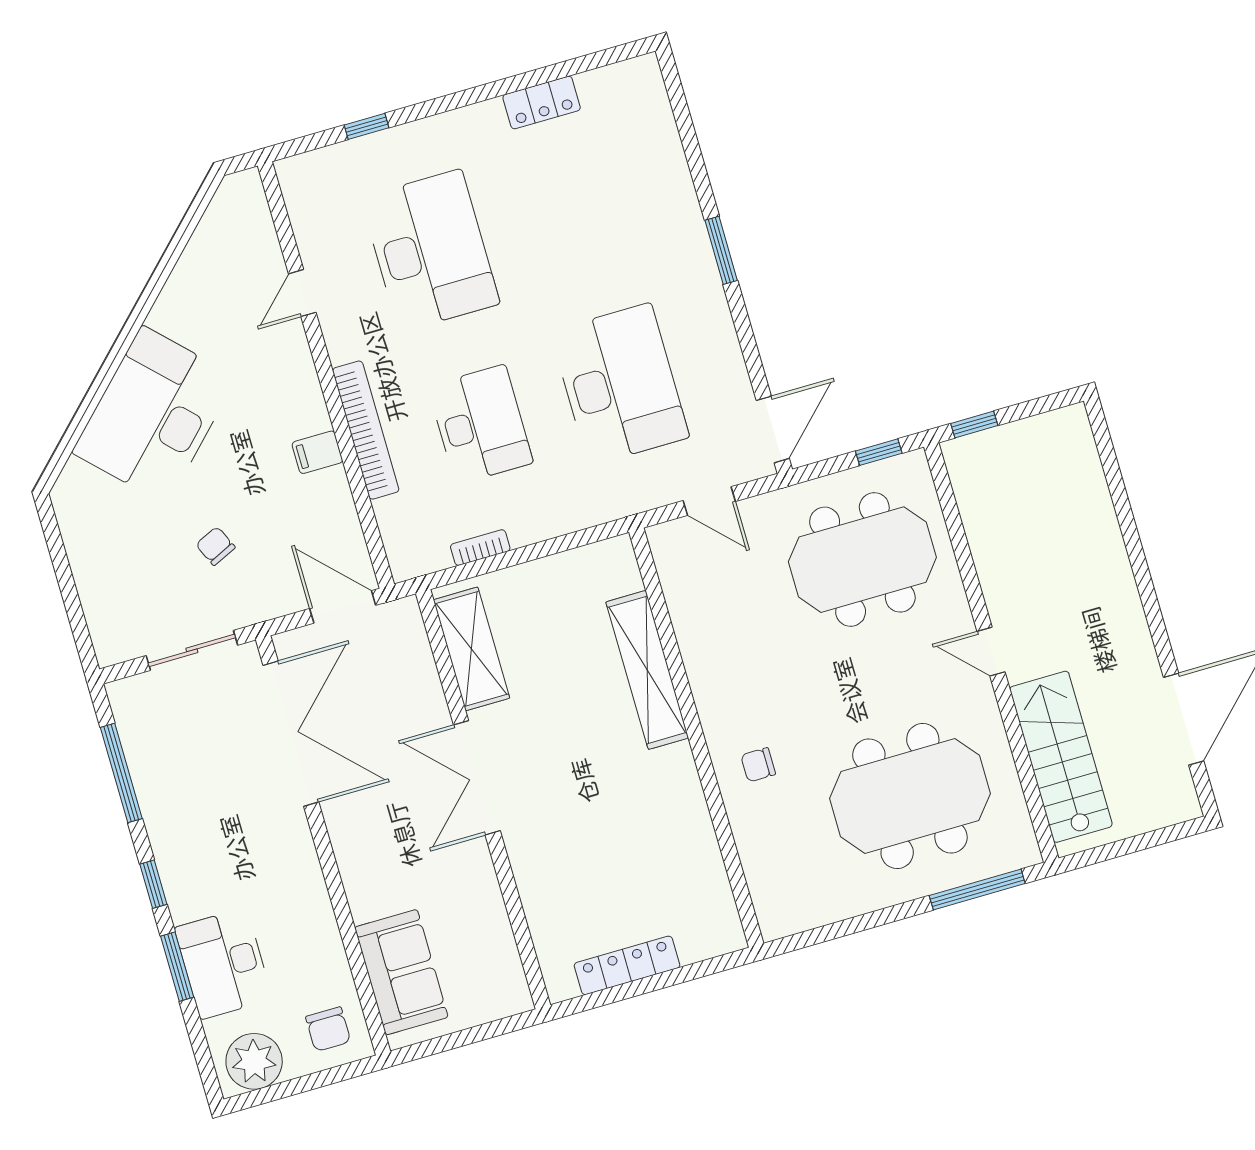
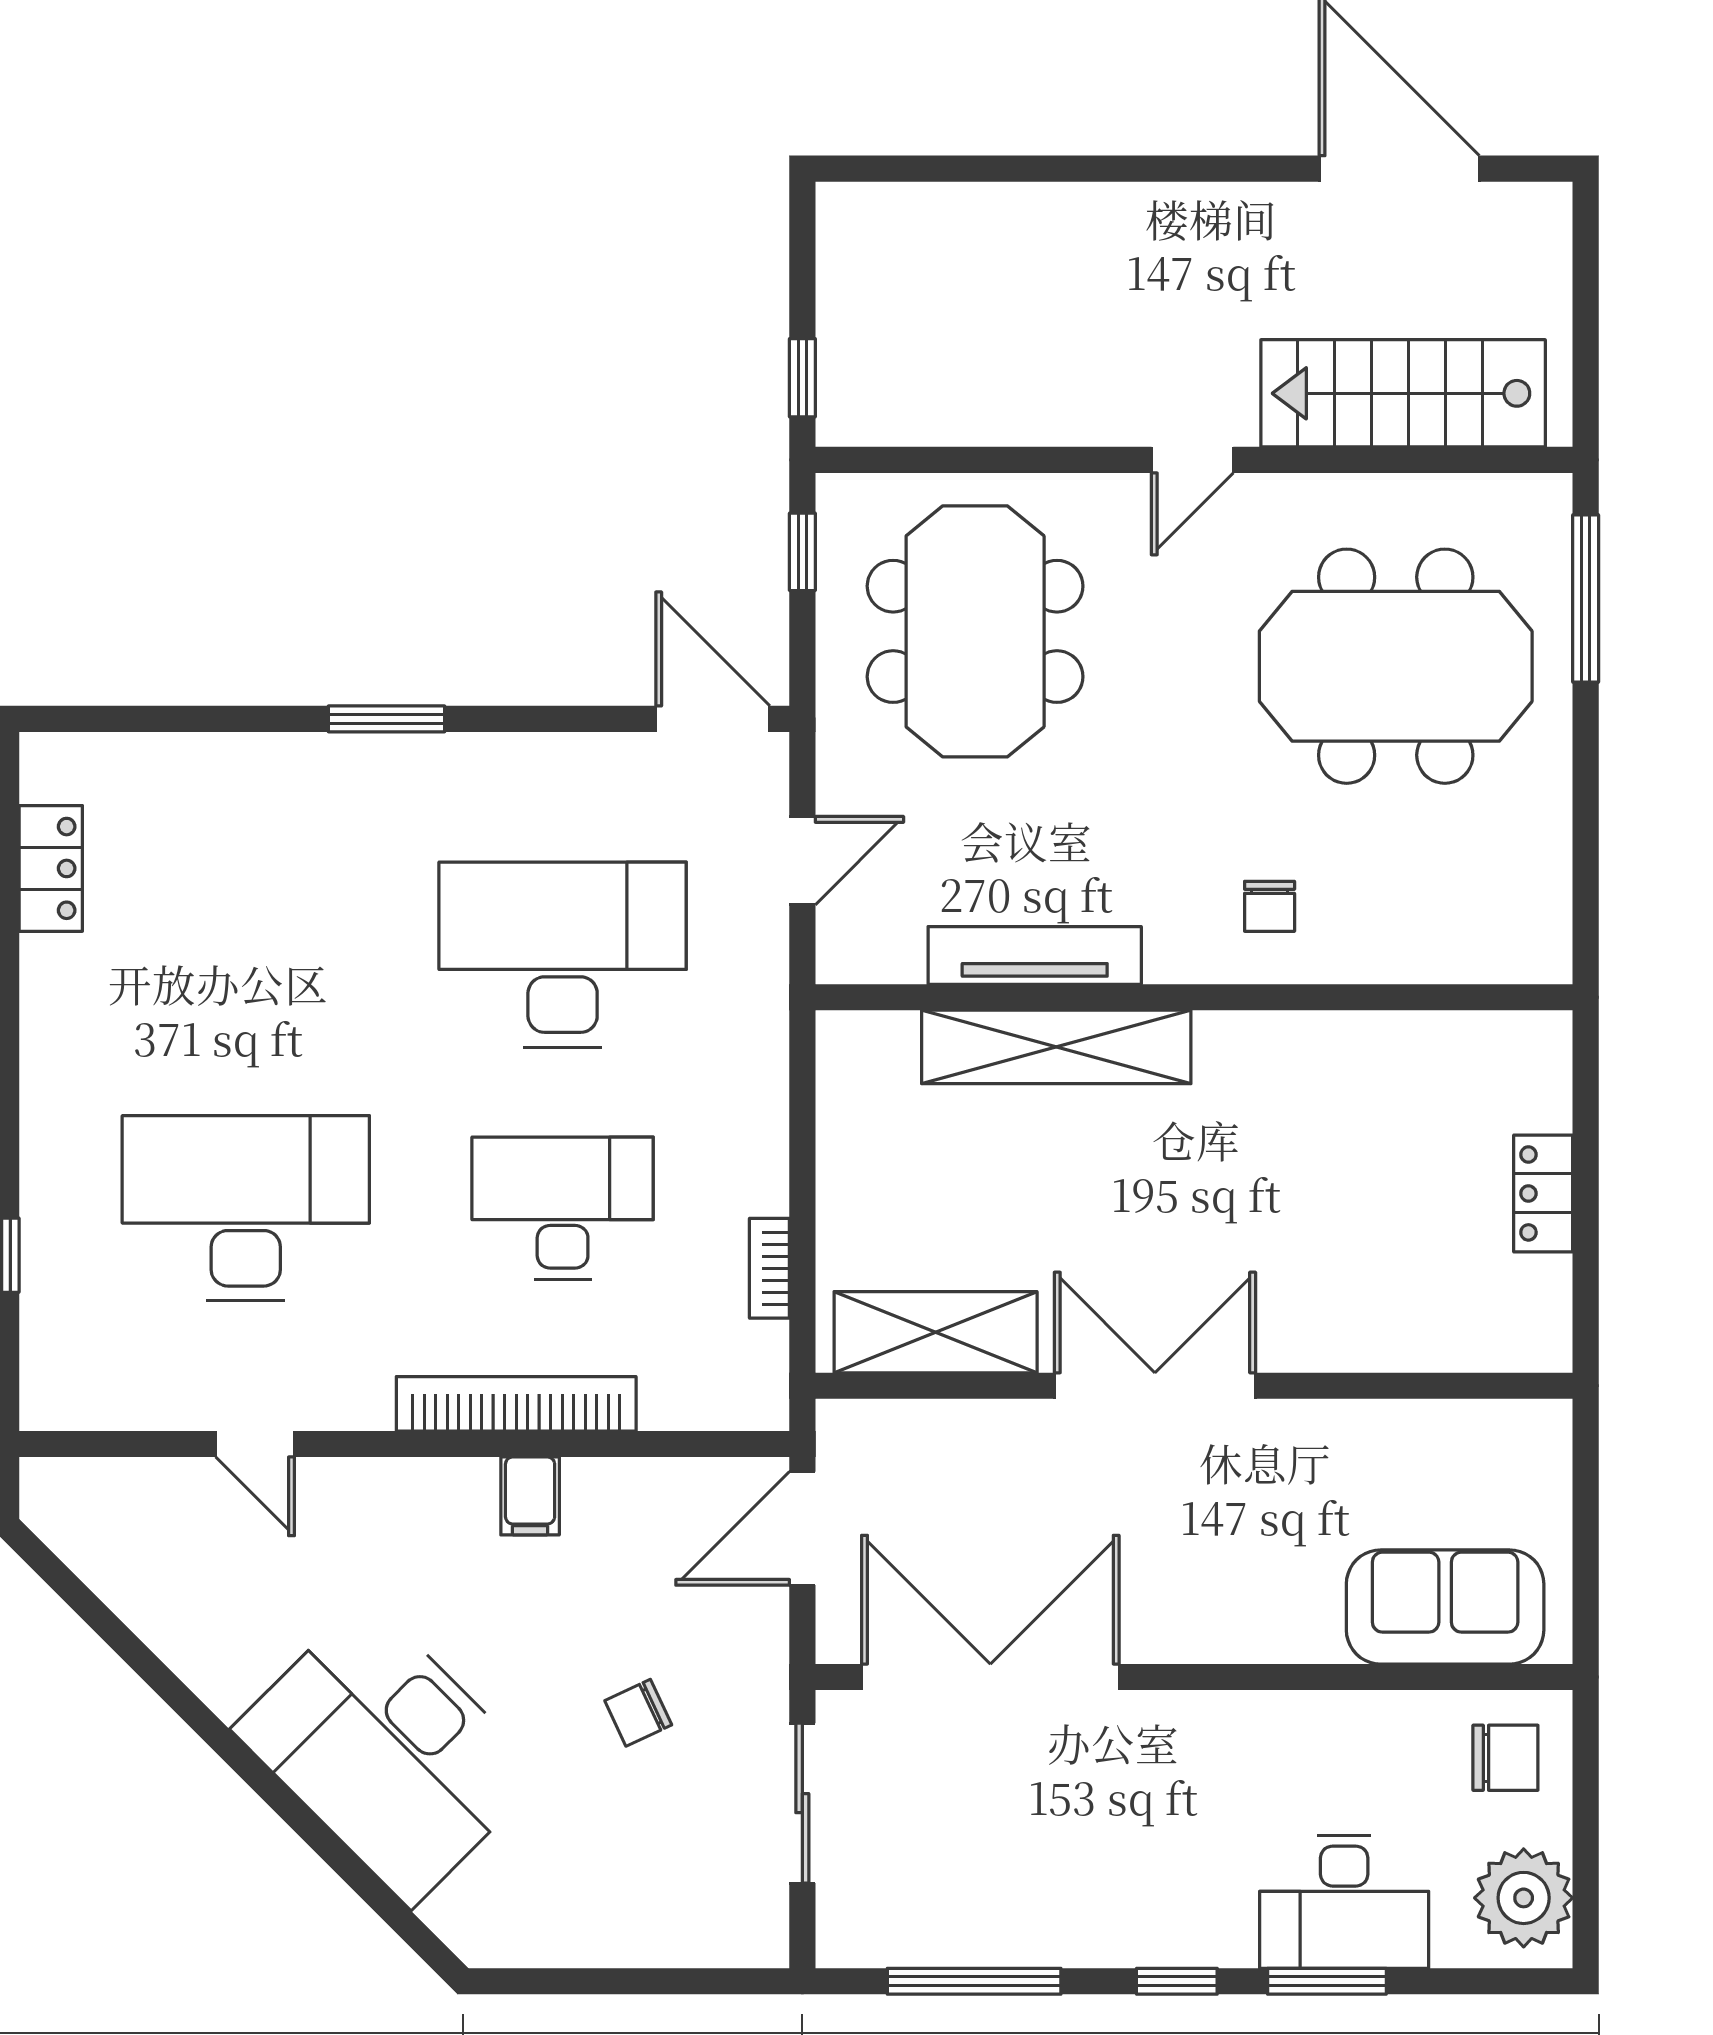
locker: (542, 103) -> (51, 868), moved
tv unit: (694, 644) -> (1035, 955), added
double door: (477, 778) -> (1155, 1386), swing flipped
meeting table: (910, 796) -> (1396, 666), turned 90
locker: (627, 965) -> (1543, 1193), width x0.66

